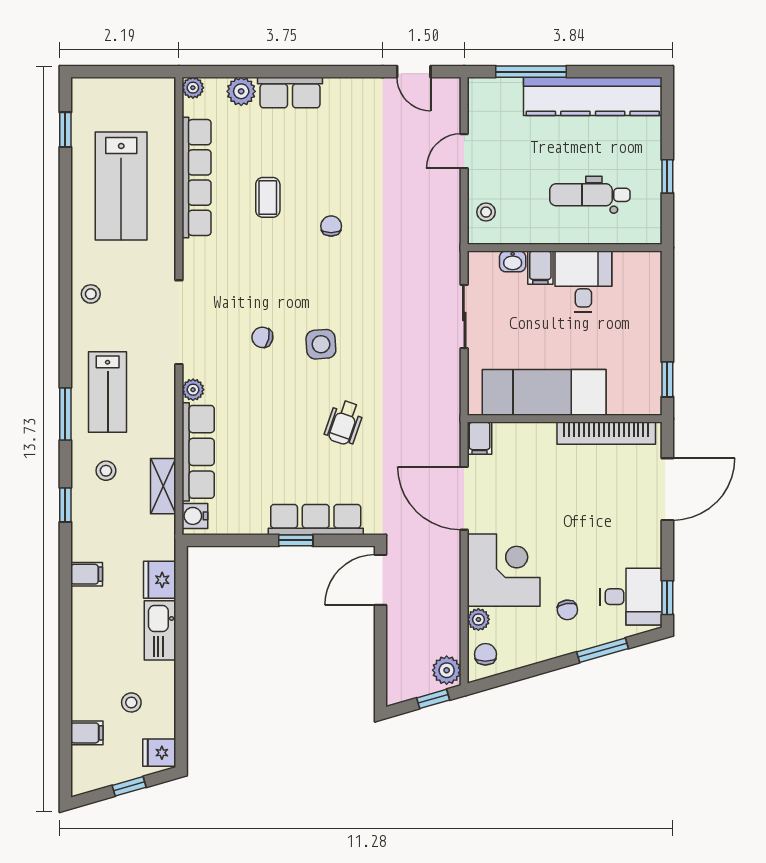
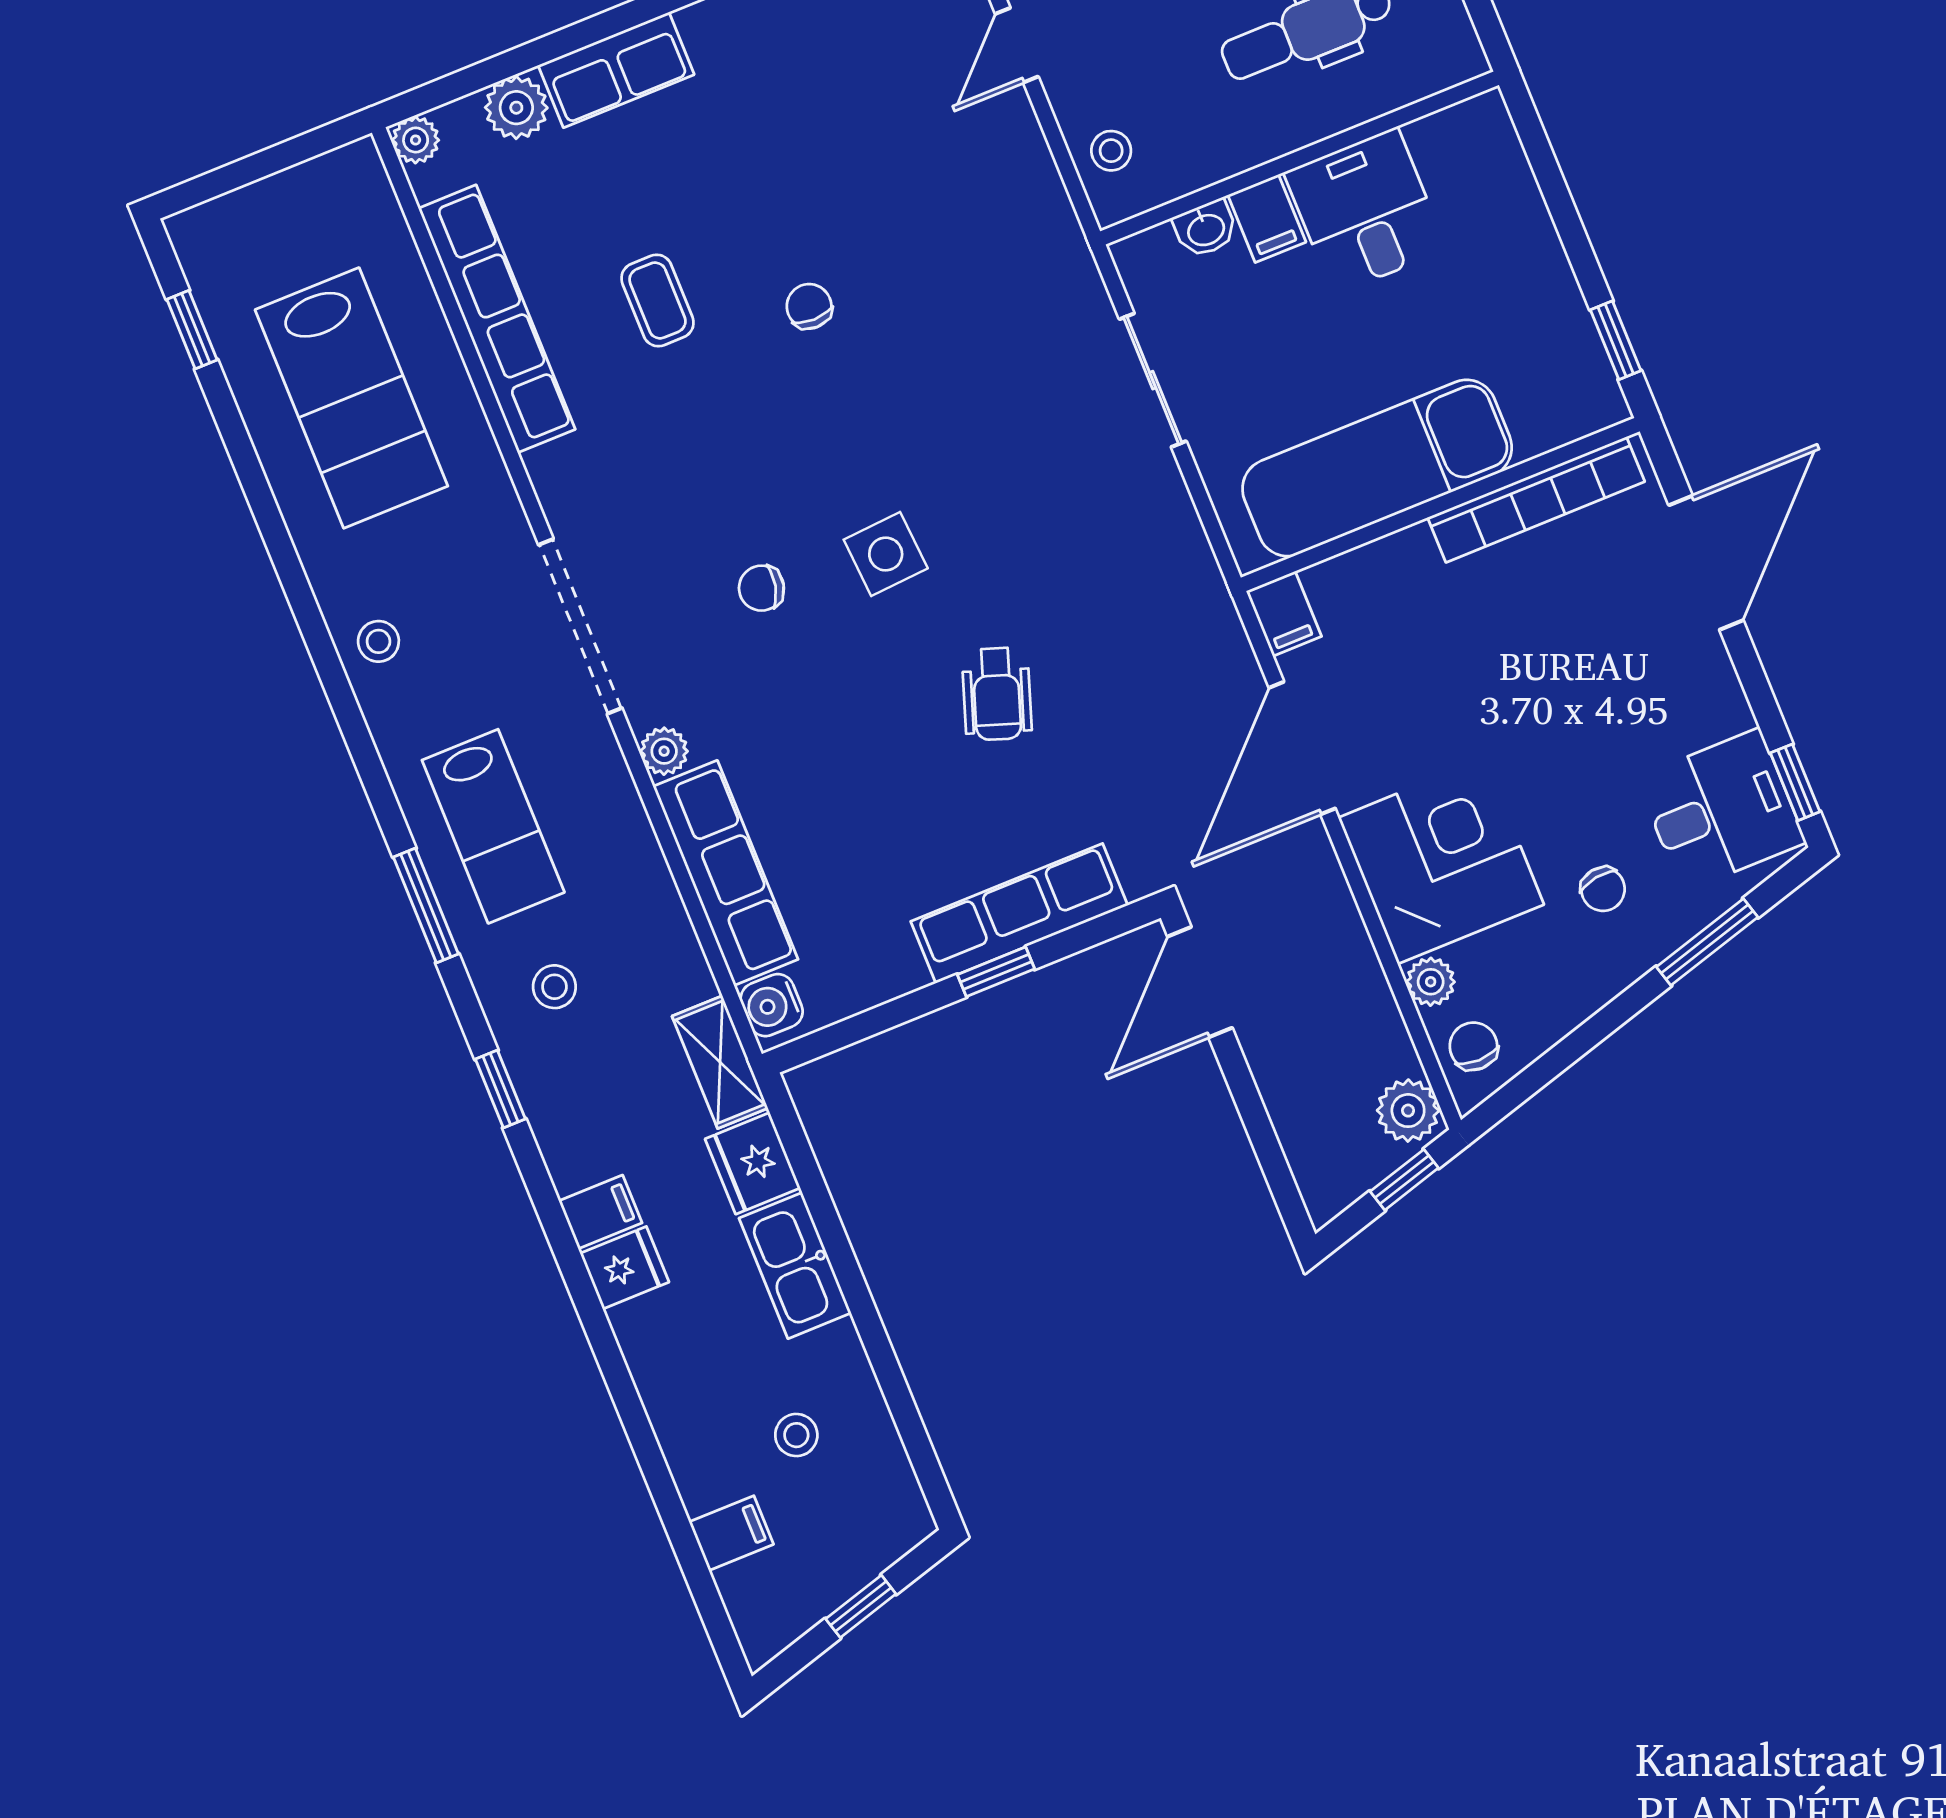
shelving: (163, 486) -> (720, 1062), moved
door: (464, 498) -> (1302, 748), hinge flipped
fridge: (159, 753) -> (625, 1268), moved, turned 180

